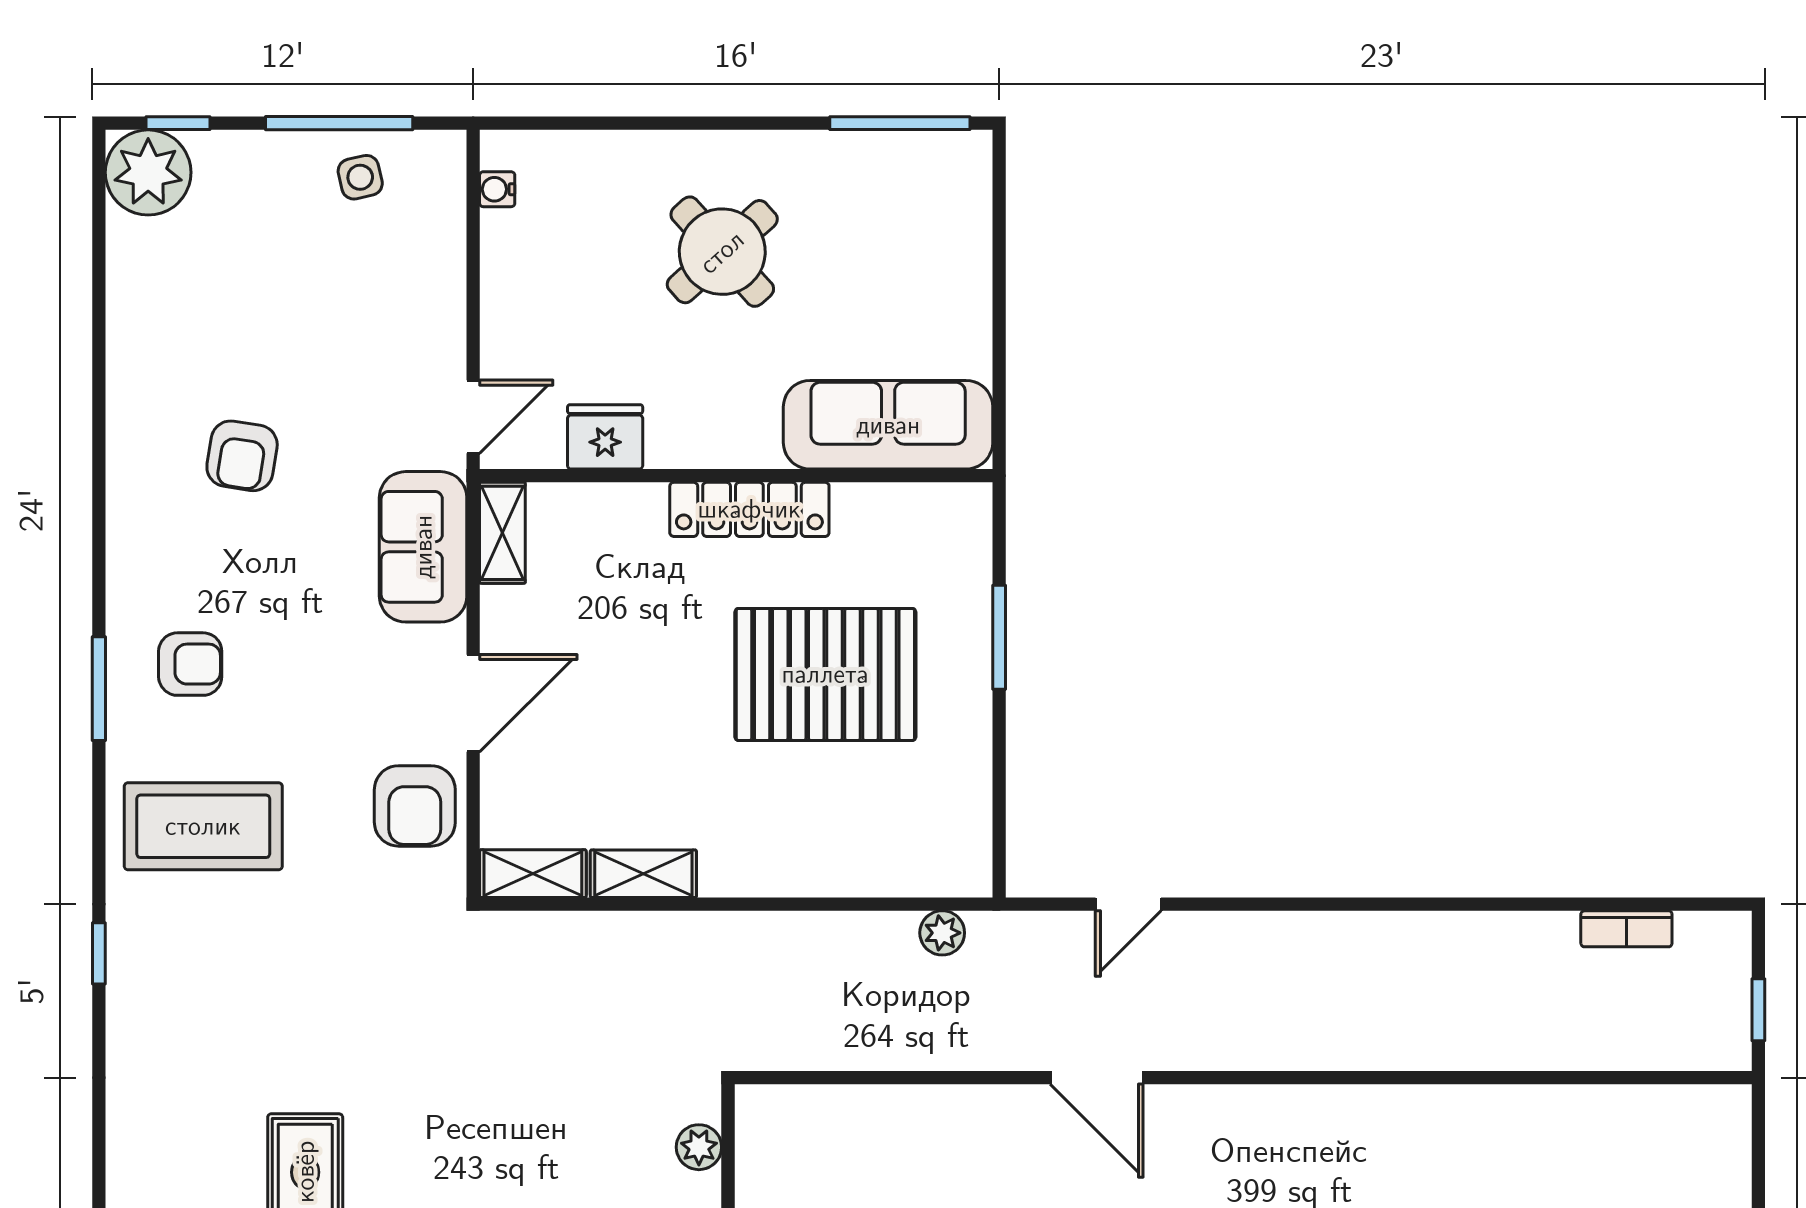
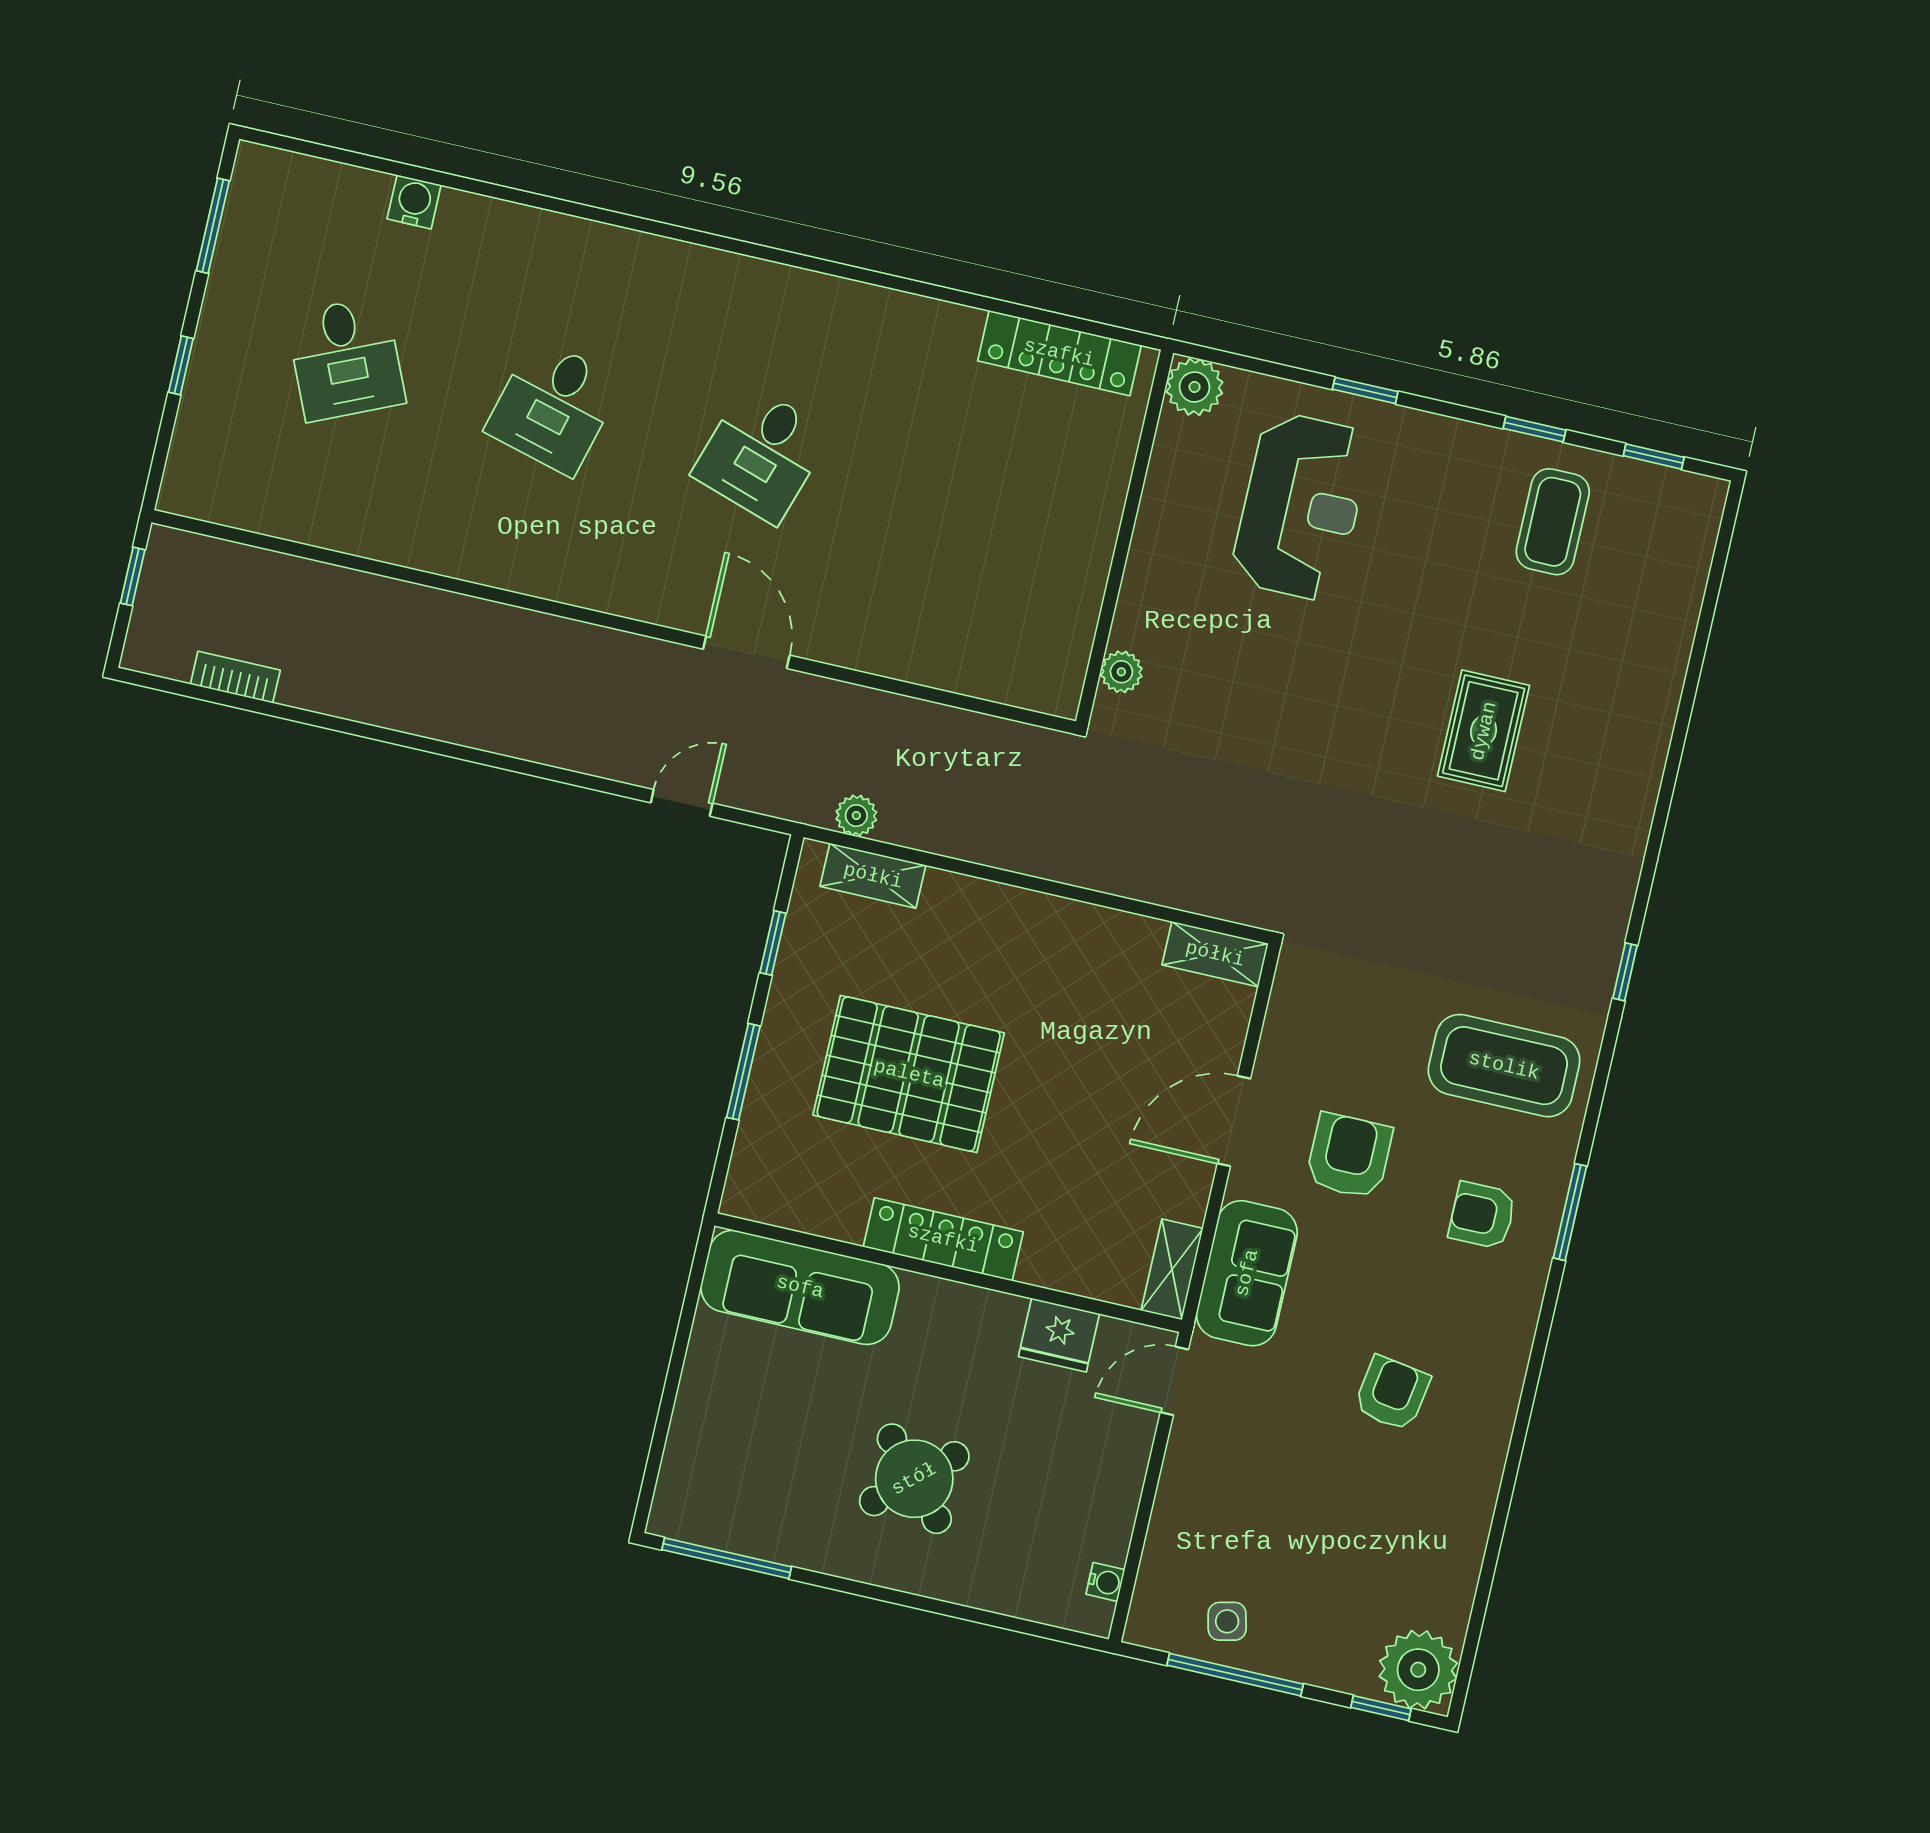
window: (999, 779) -> (773, 943), added
armchair: (415, 806) -> (1349, 1156), moved
shelving: (643, 874) -> (873, 876), moved

